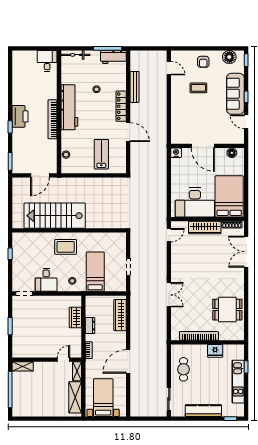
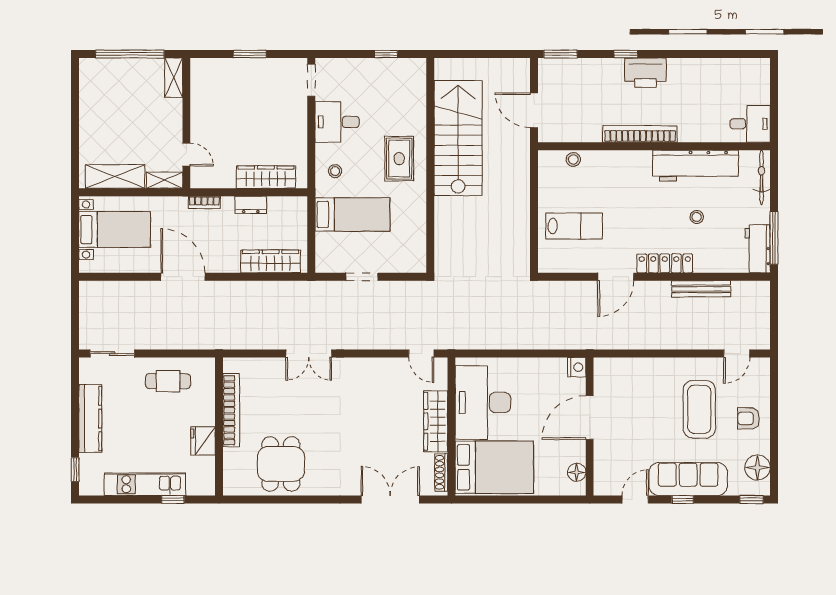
coffee table: (198, 88) -> (699, 409), width x1.86, depth x1.72
workbench: (69, 107) -> (695, 166), moved
wardrobe: (75, 318) -> (266, 177), width x1.50

